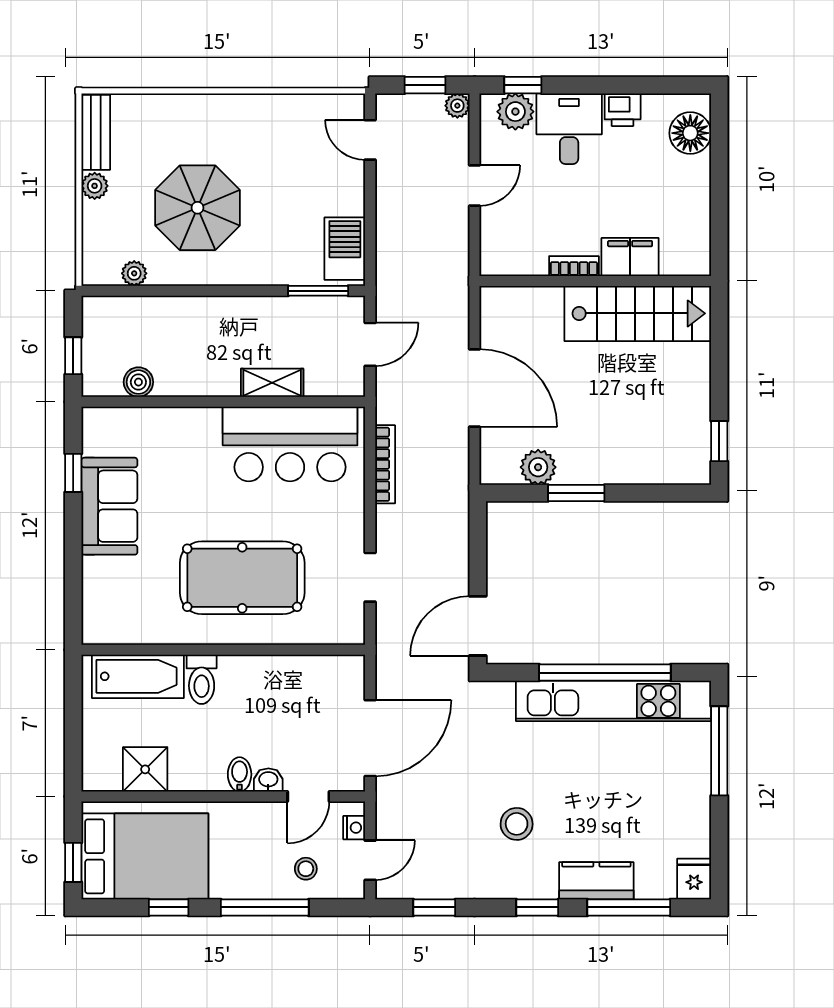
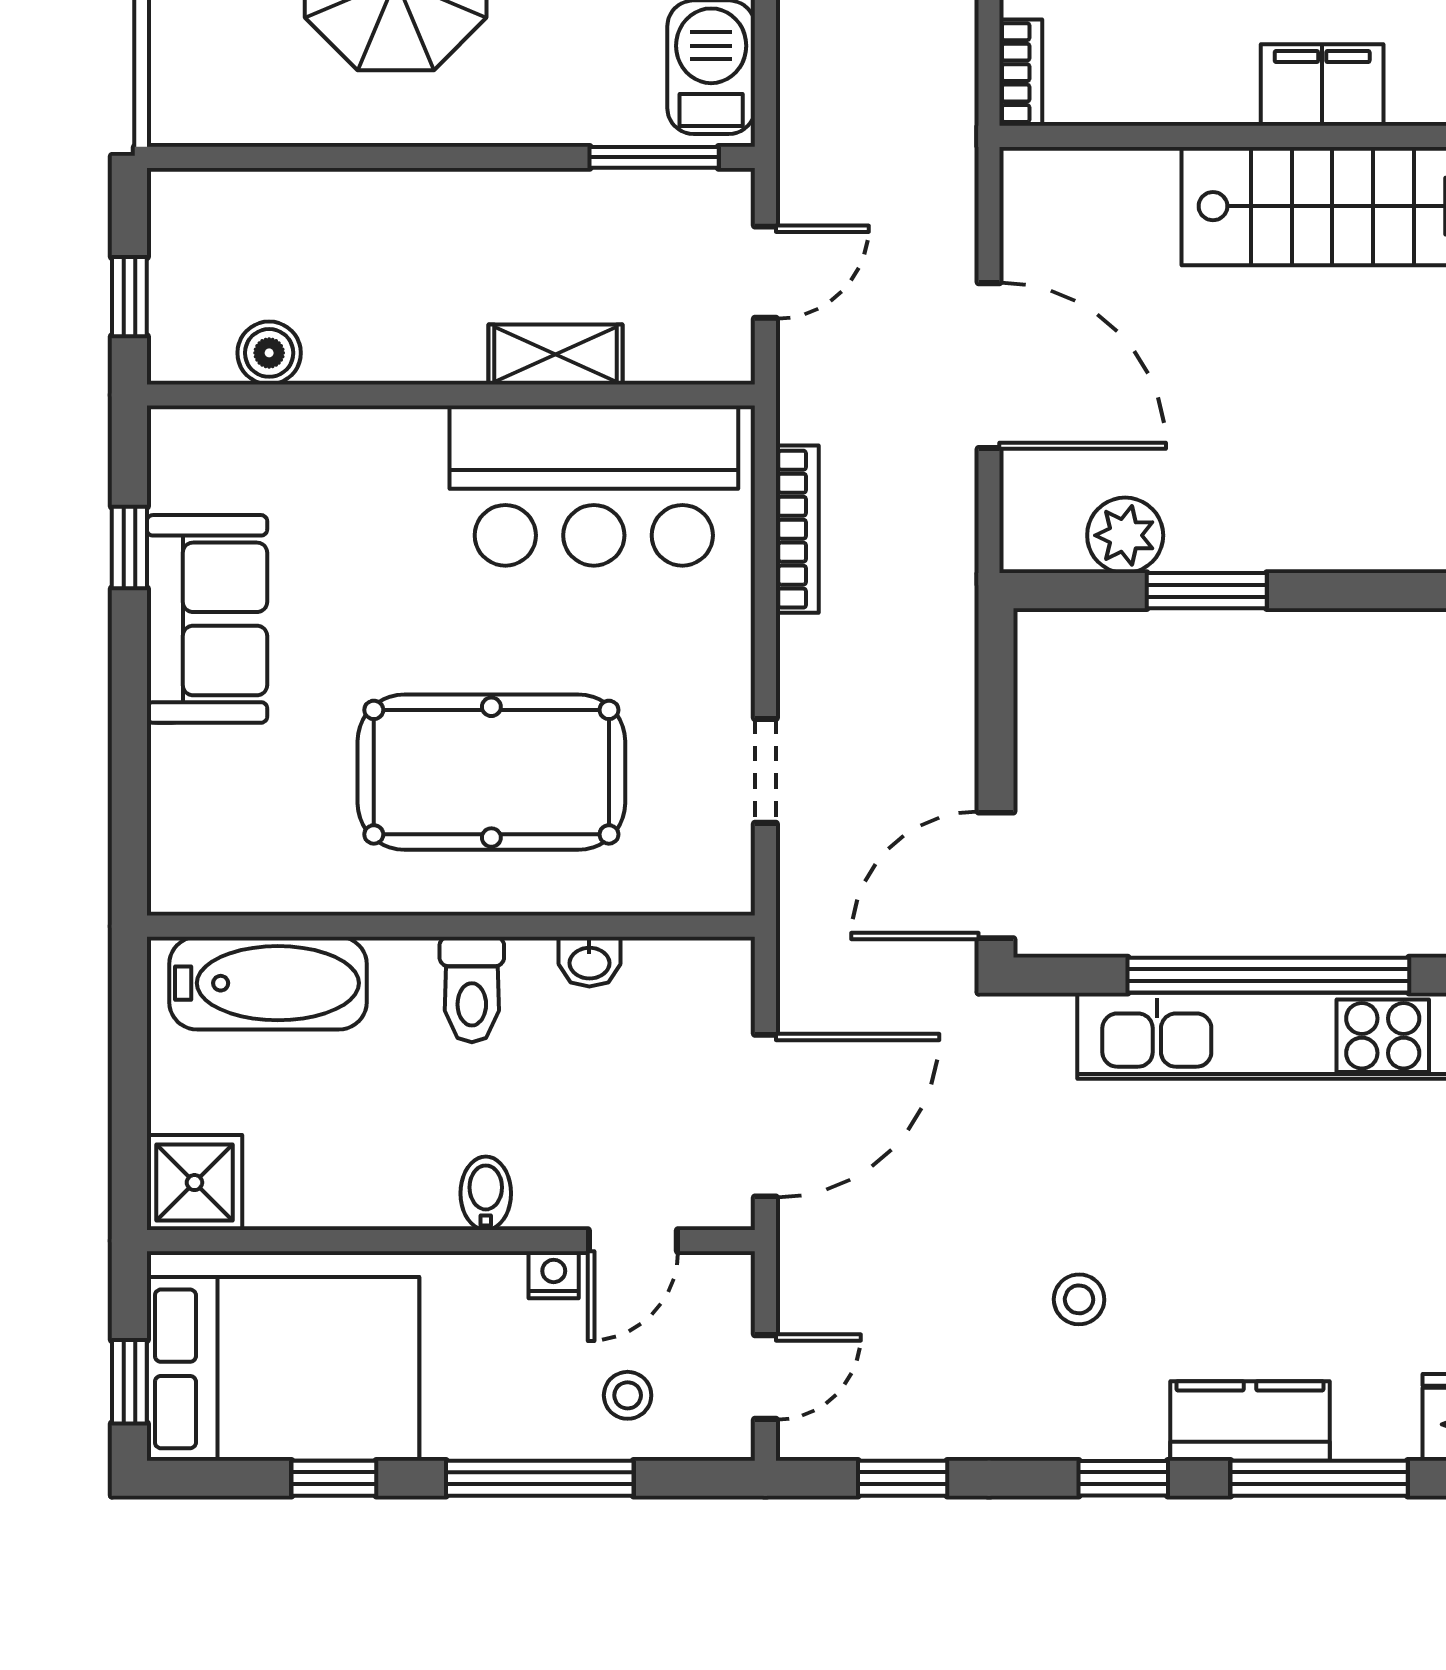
bookcase: (574, 266) -> (1021, 73), moved, turned 90
plant: (134, 273) -> (260, 120), removed
toilet: (202, 679) -> (472, 990), moved
shower: (145, 769) -> (194, 1183), moved
washbasin: (268, 780) -> (589, 962), moved, turned 180
stool: (517, 824) -> (1079, 1299), width x0.73, depth x0.73
nightstand: (354, 828) -> (554, 1275), moved, turned -90

